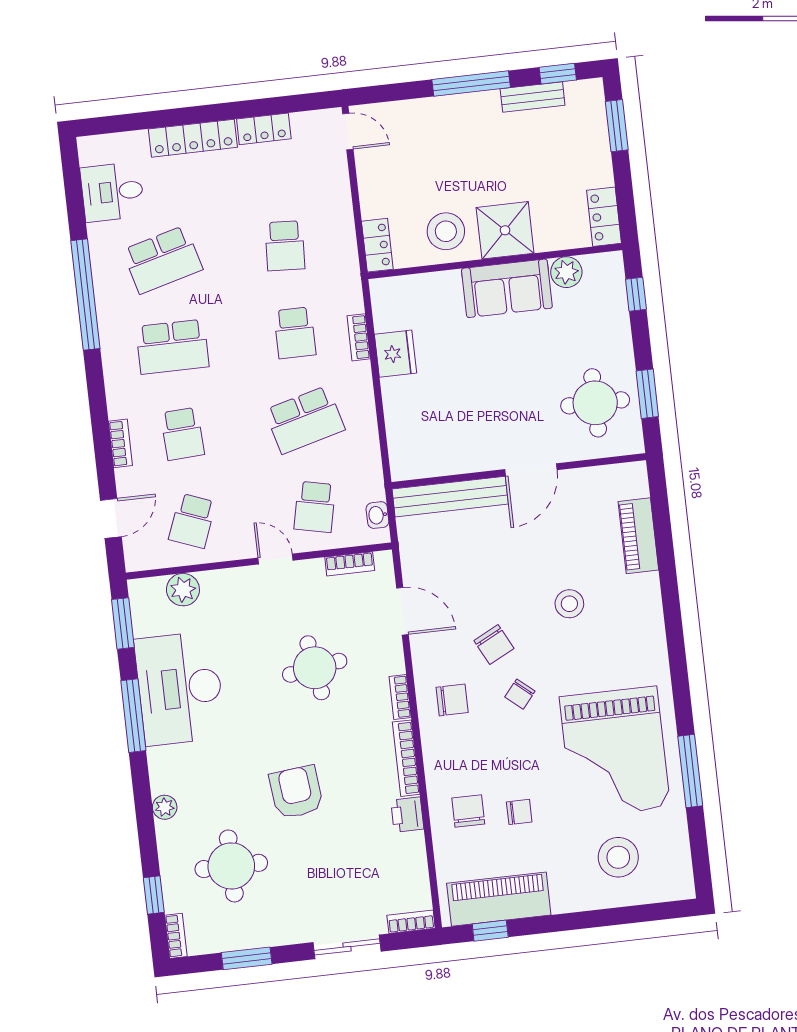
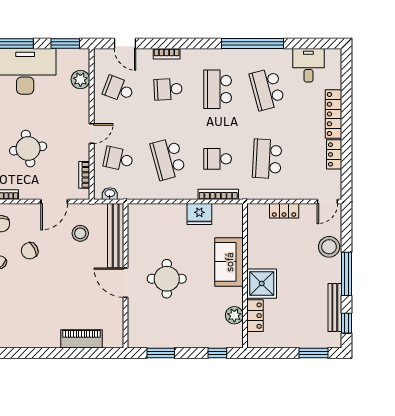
bench: (533, 97) -> (335, 308), width x1.36
locker: (604, 217) -> (255, 316), moved, turned 90
stool: (446, 231) -> (329, 247), moved
locker: (377, 245) -> (284, 211), moved
school desk: (285, 246) -> (267, 159), width x1.85
sofa: (507, 288) -> (229, 262), moved
bookcase: (359, 337) -> (218, 194), width x1.56
round table: (595, 403) -> (167, 279), moved
stool: (569, 604) -> (80, 233), moved

